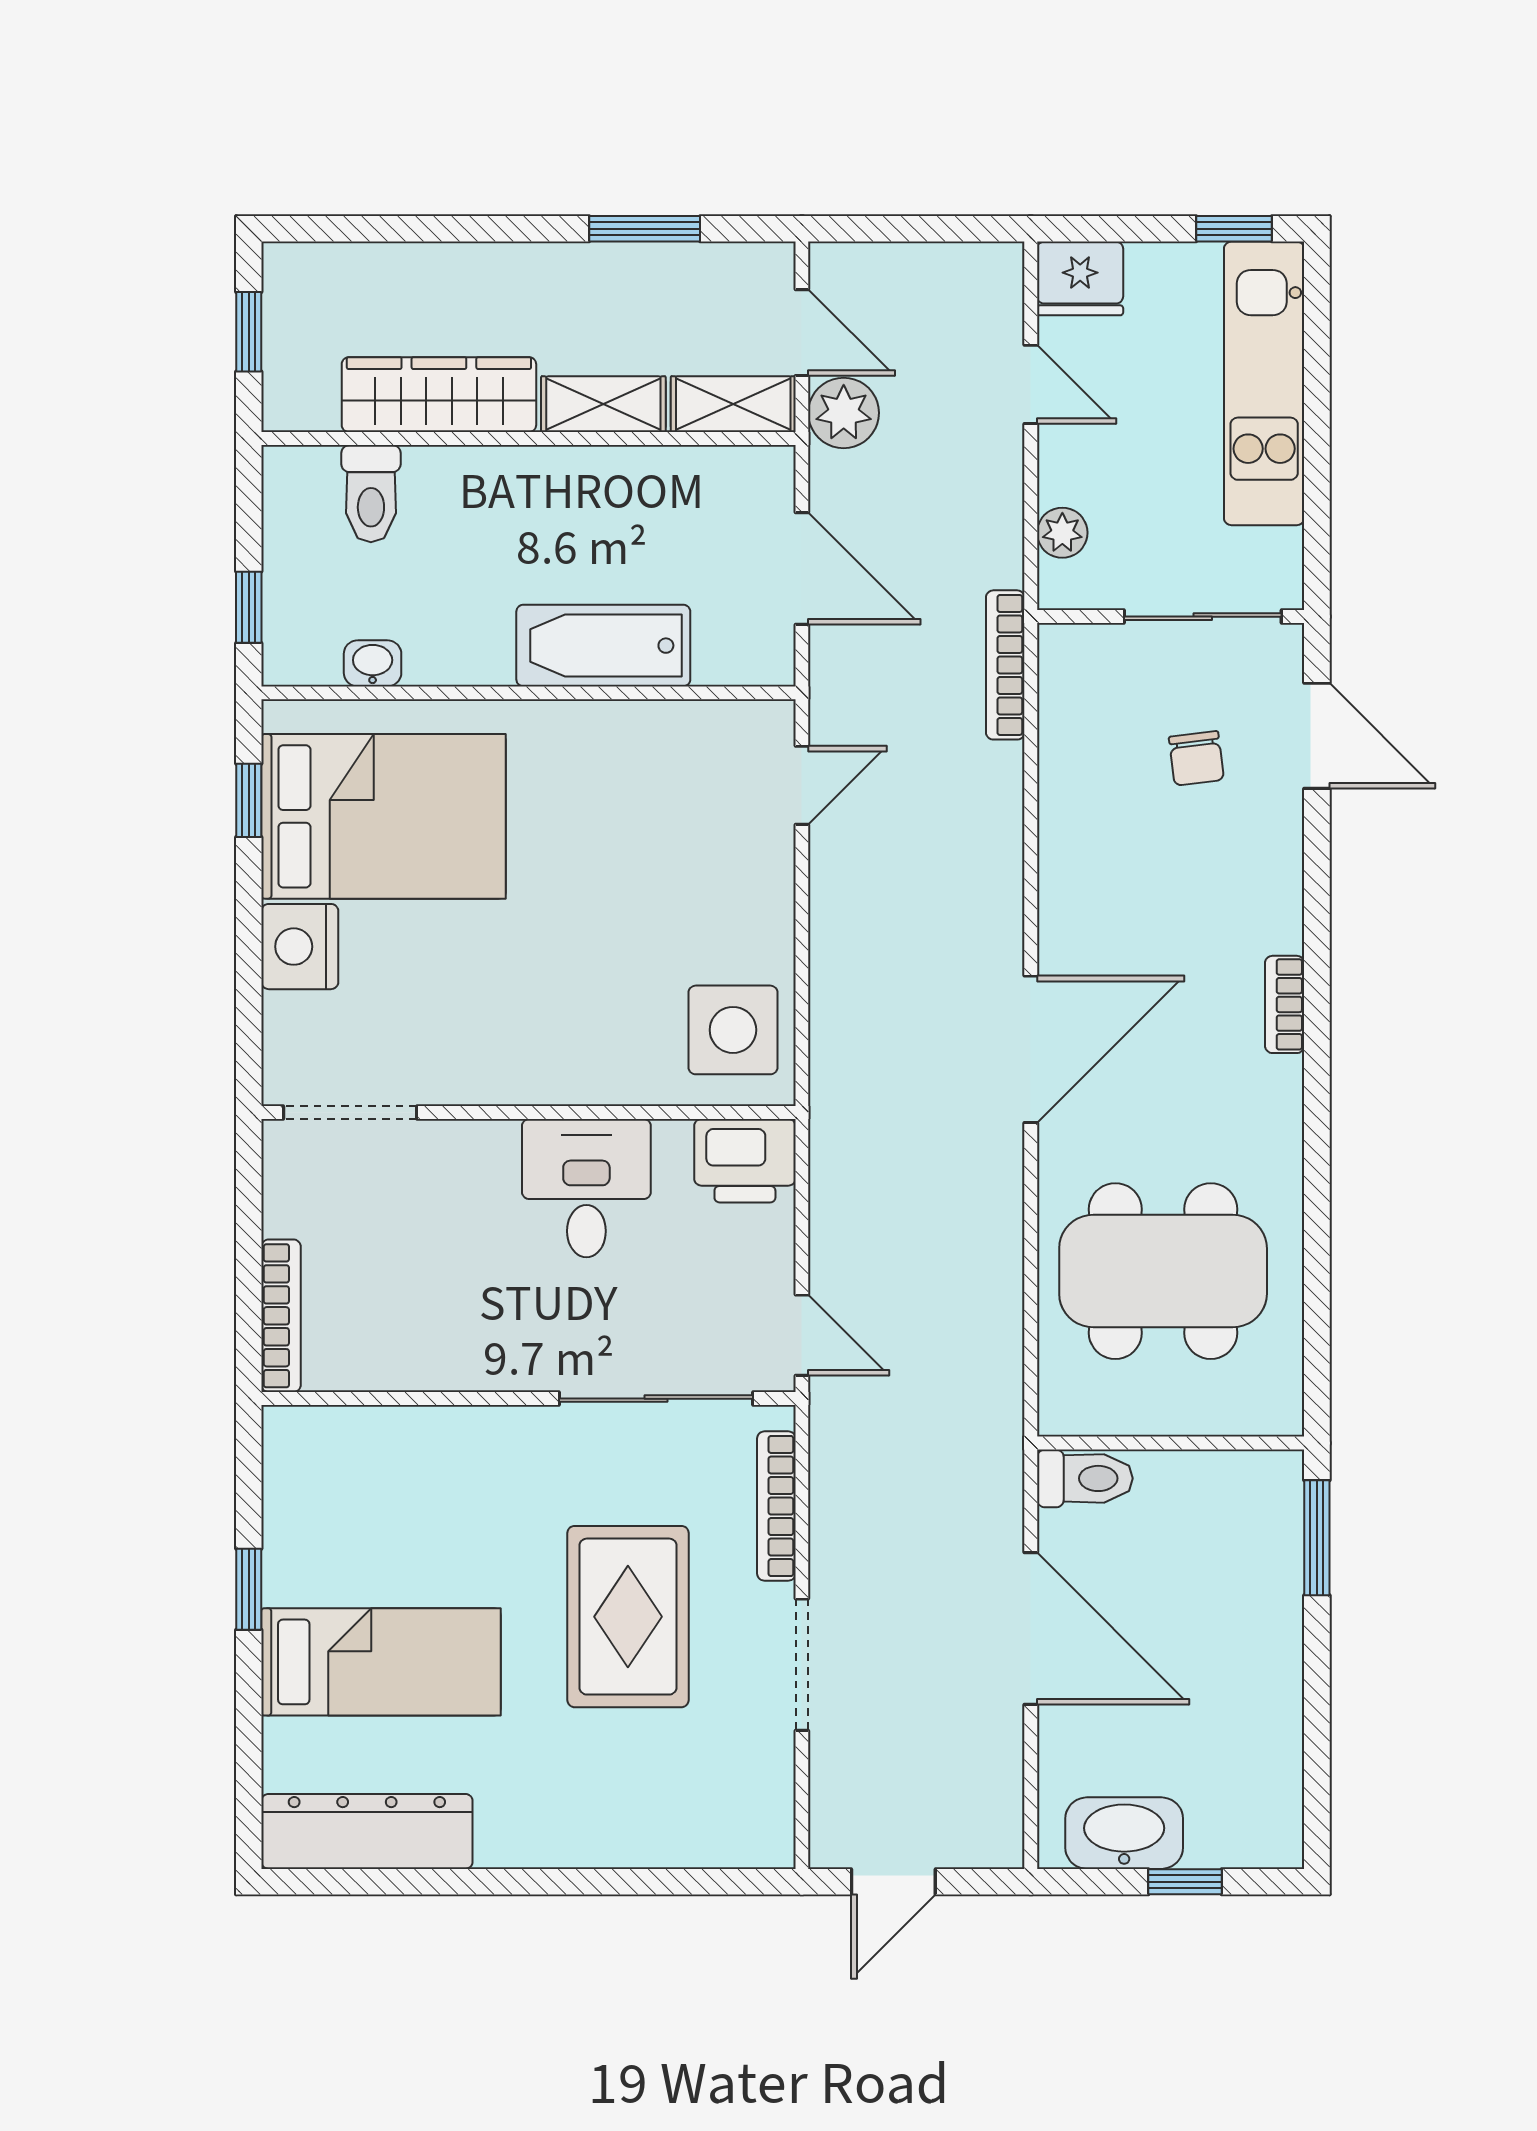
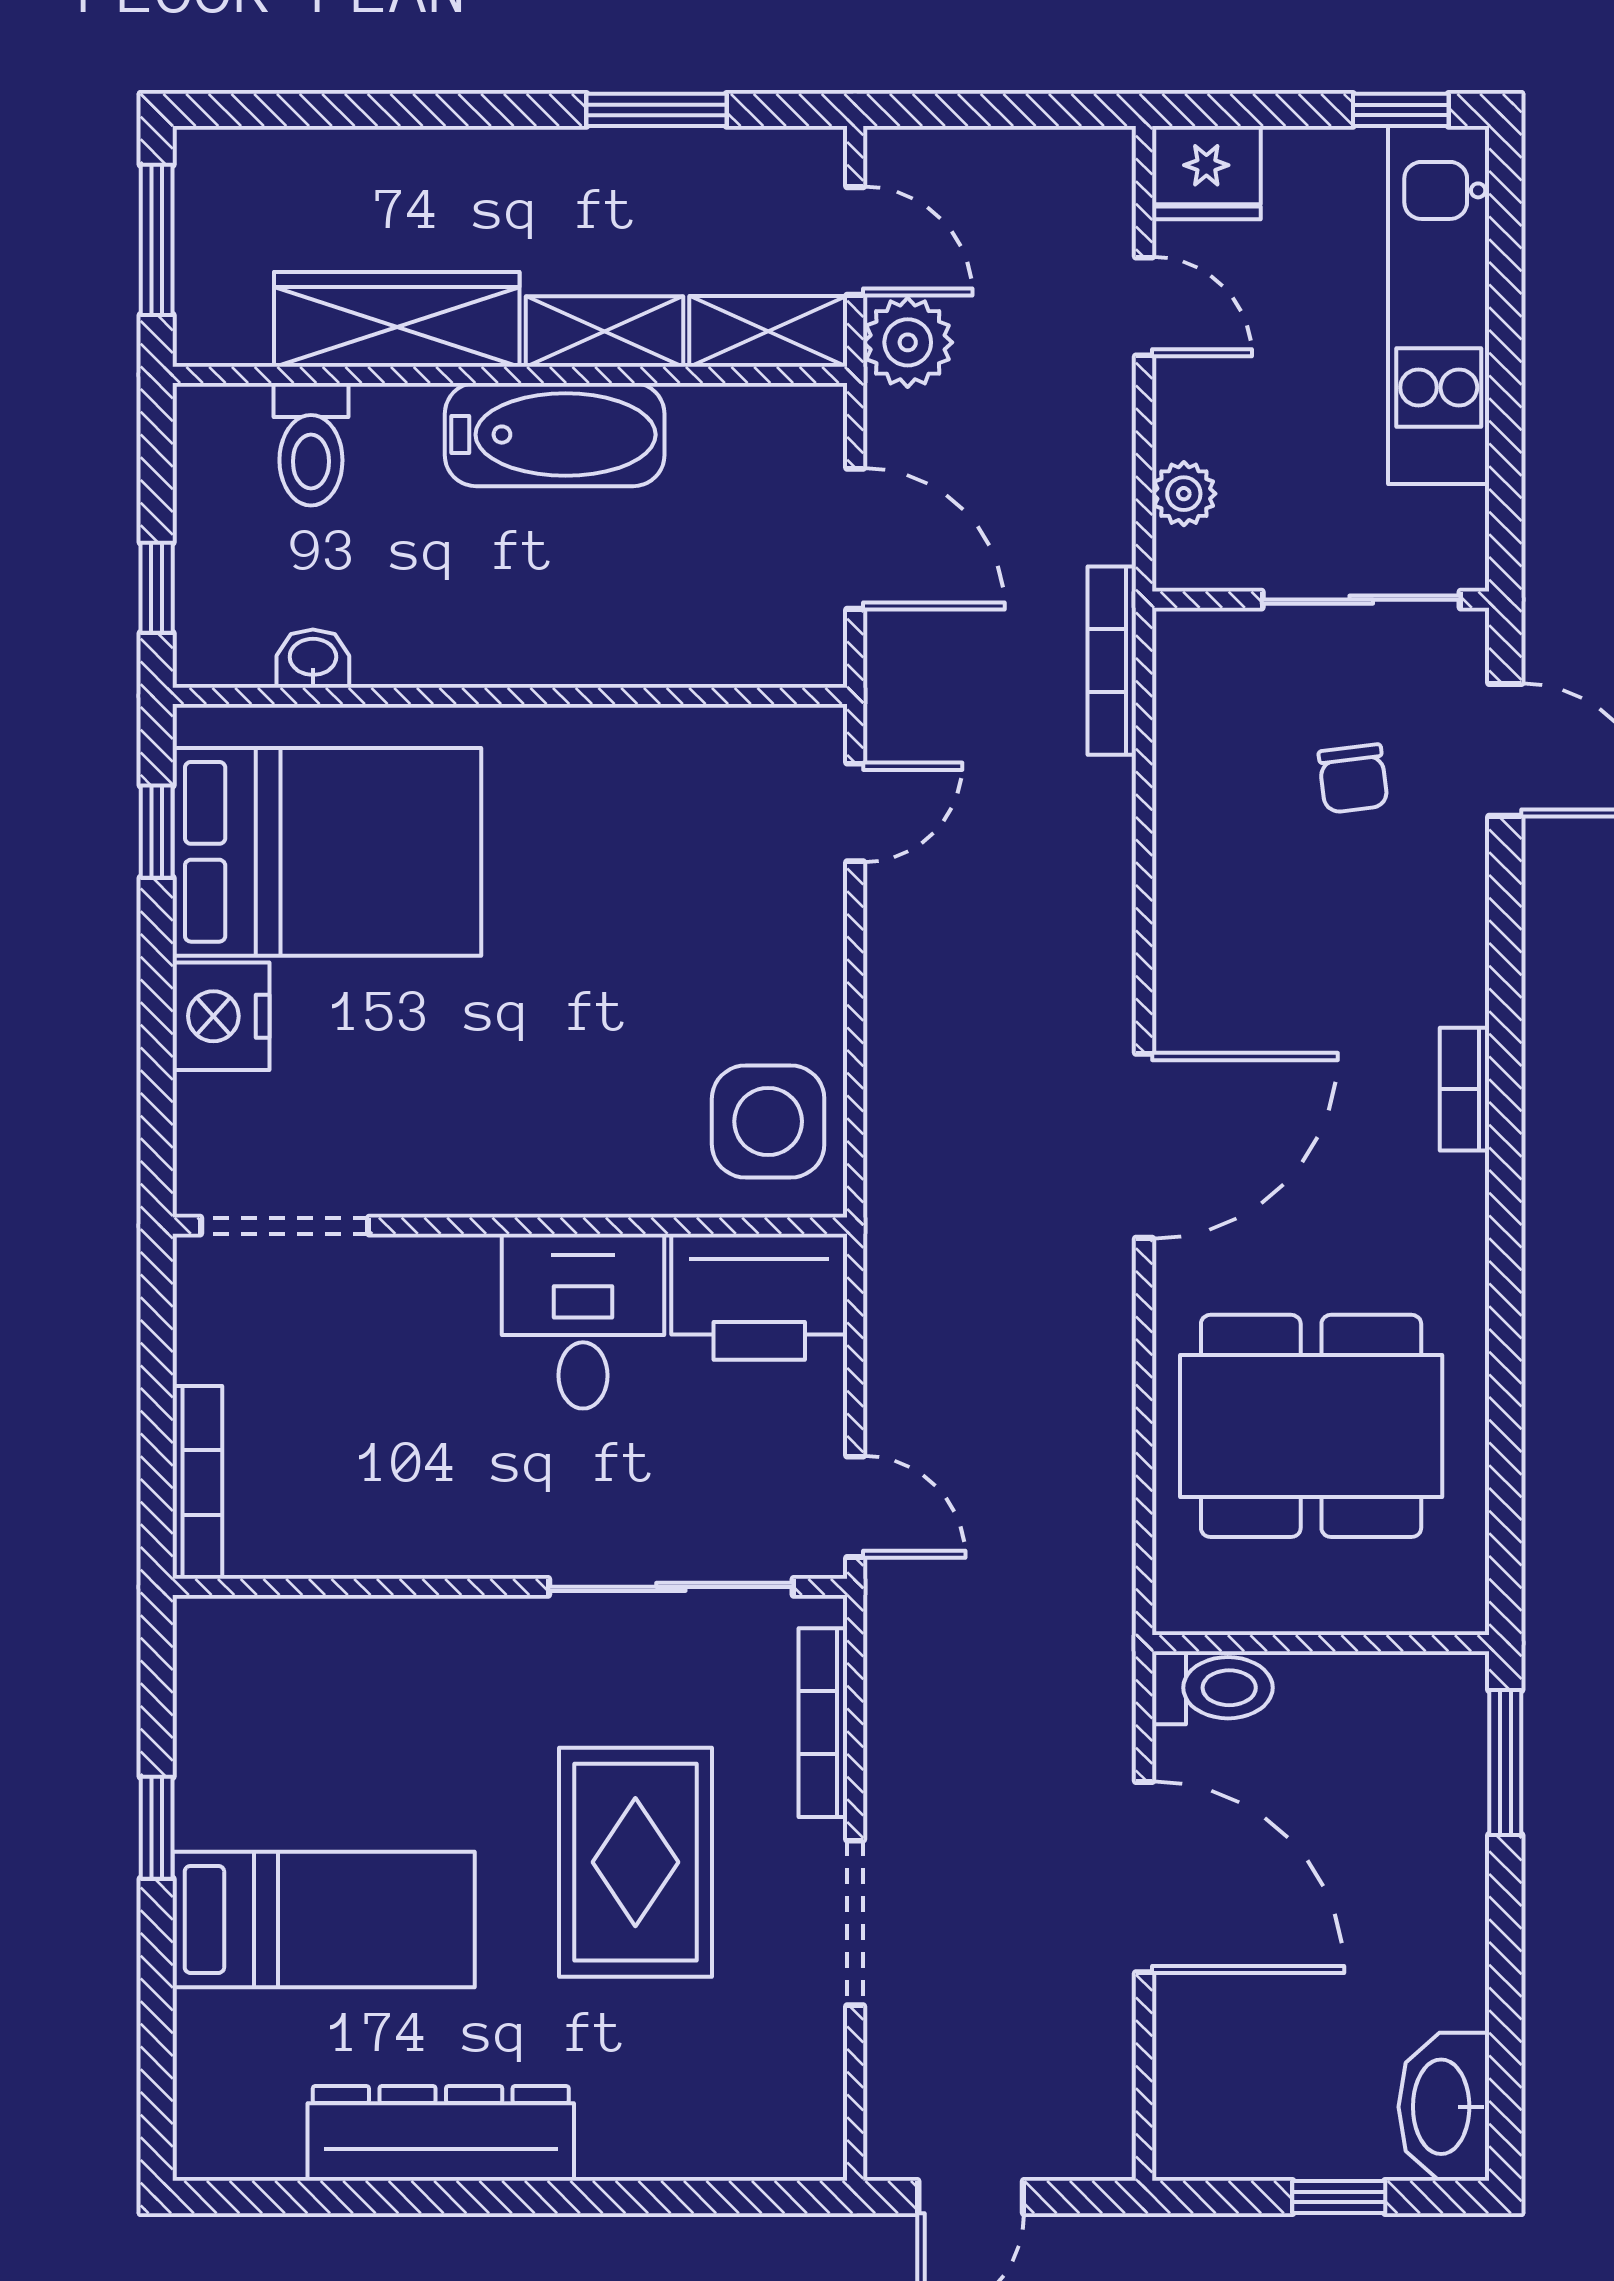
window: (249, 332) -> (157, 240), width x1.50
bathtub: (603, 646) -> (555, 435), moved, turned 180
printer: (745, 1161) -> (759, 1297), width x1.37, depth x1.19
dresser: (367, 1831) -> (441, 2133), moved
washbasin: (1124, 1833) -> (1444, 2107), moved, turned -90

